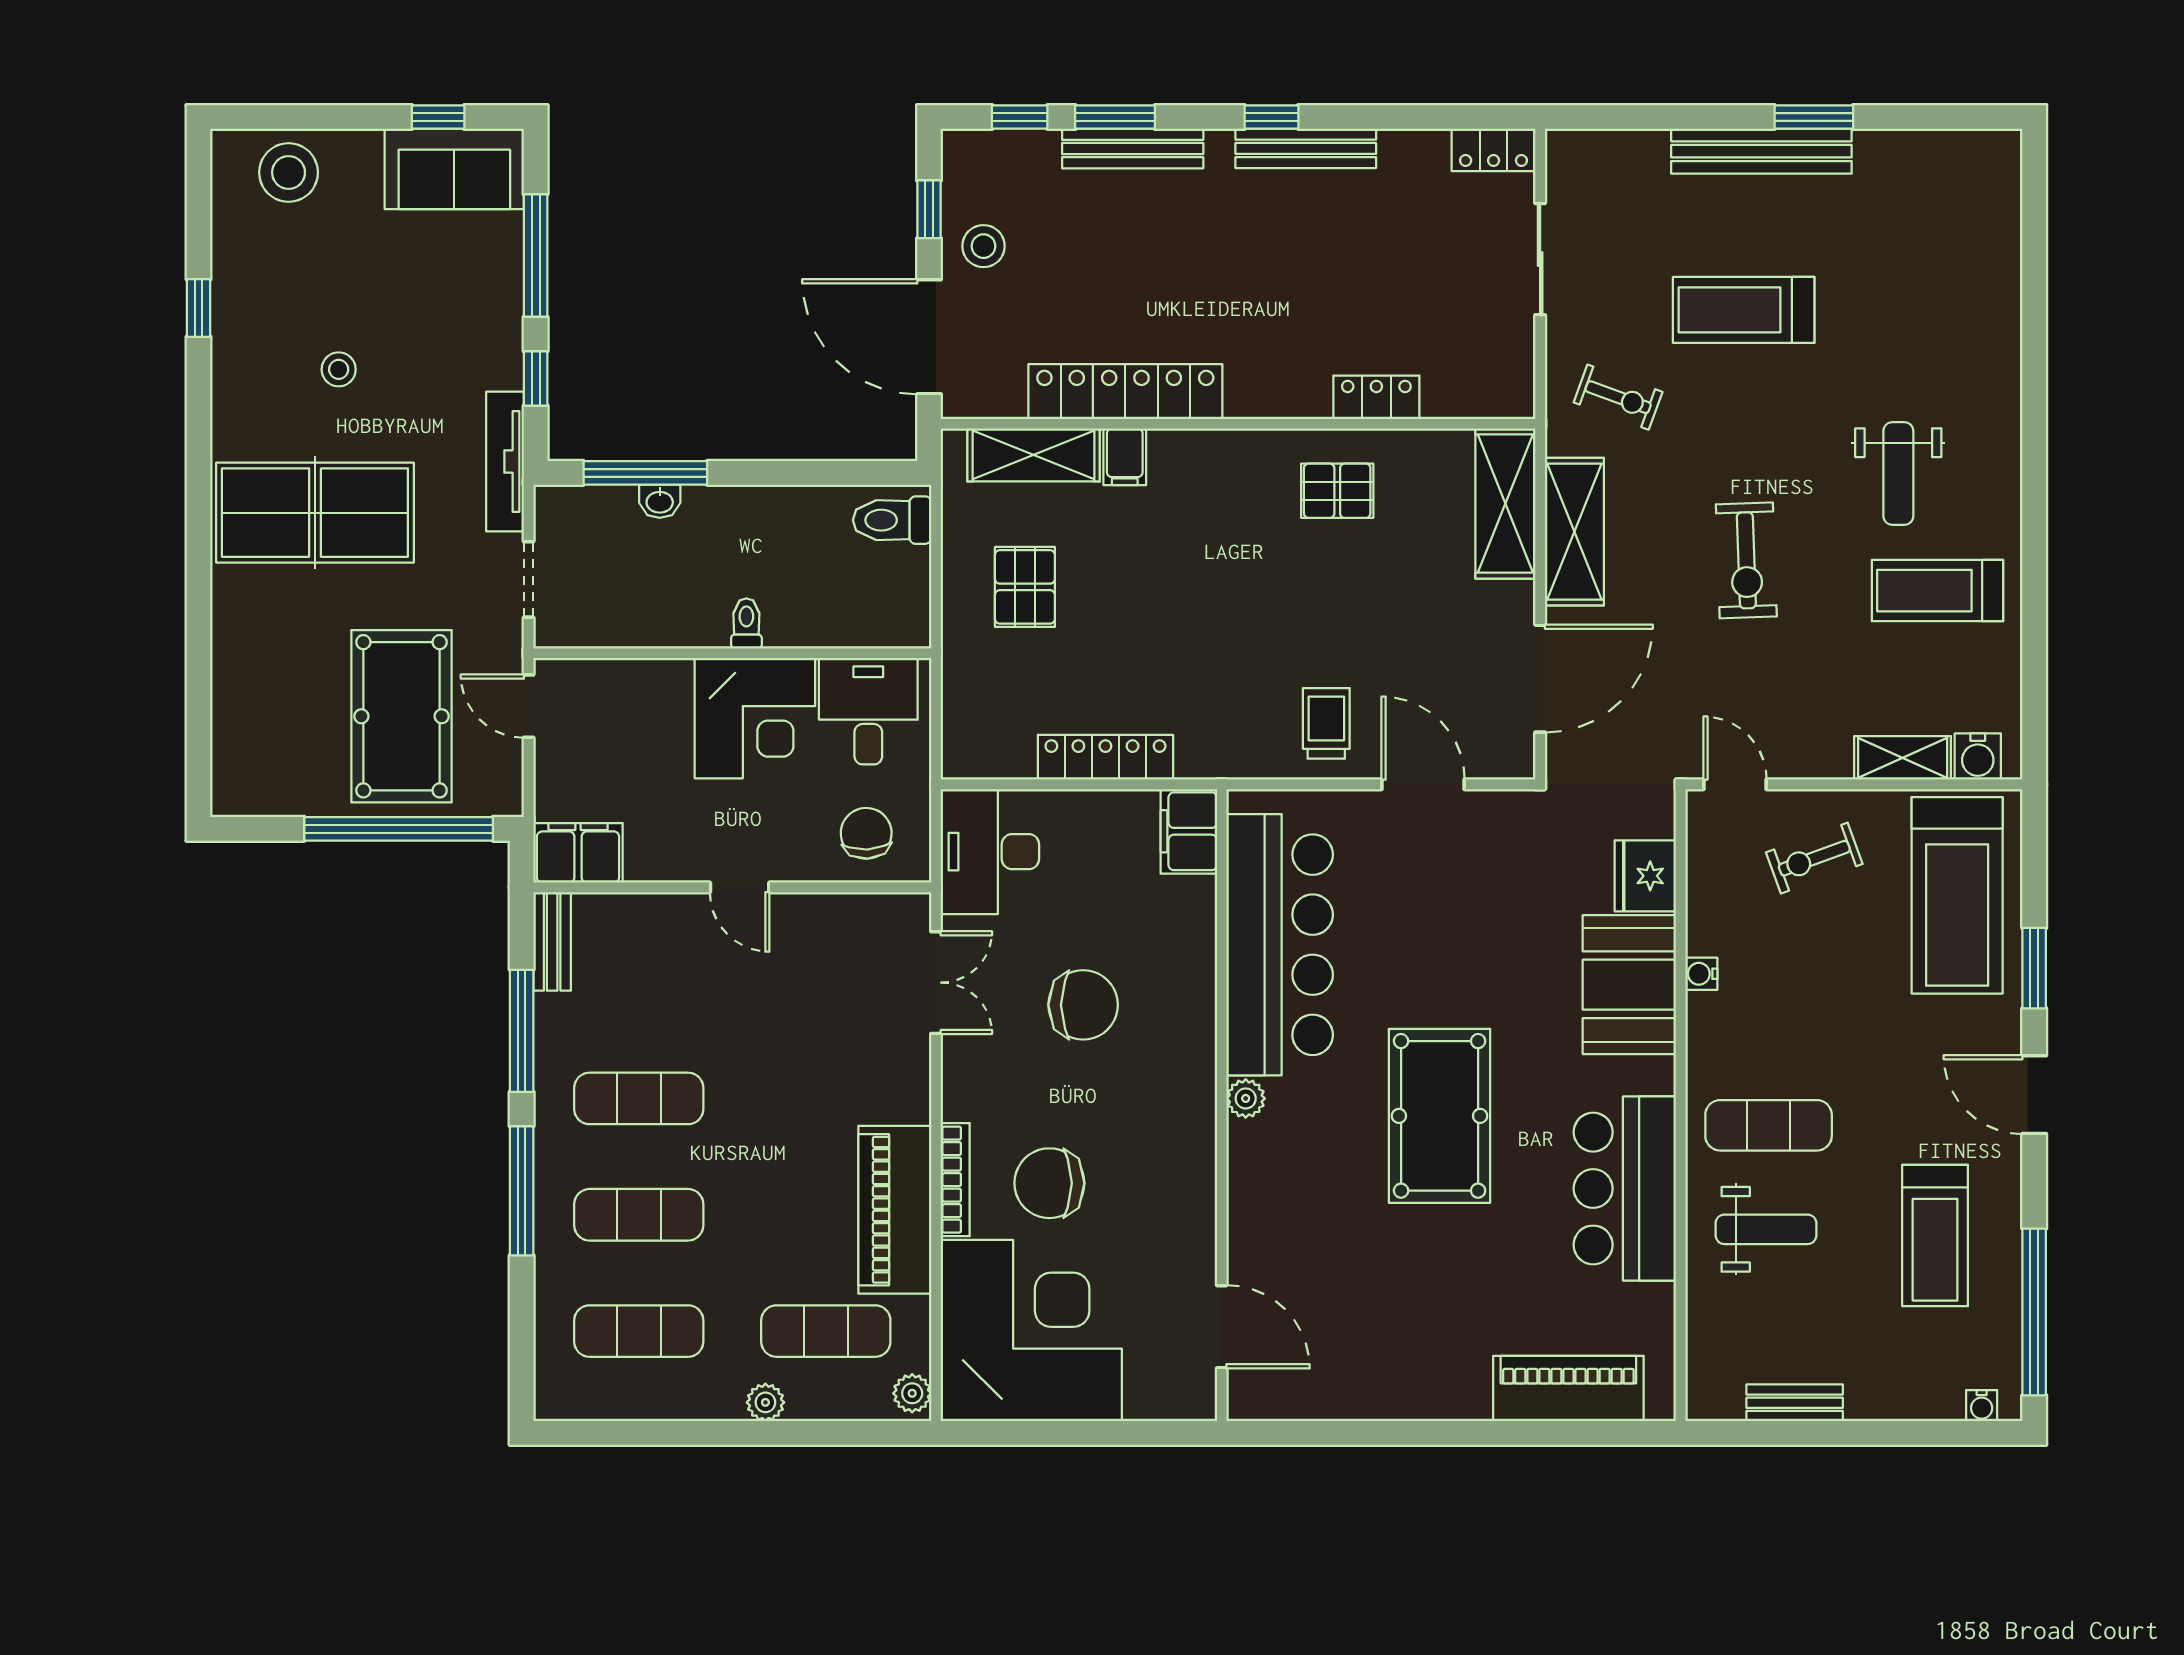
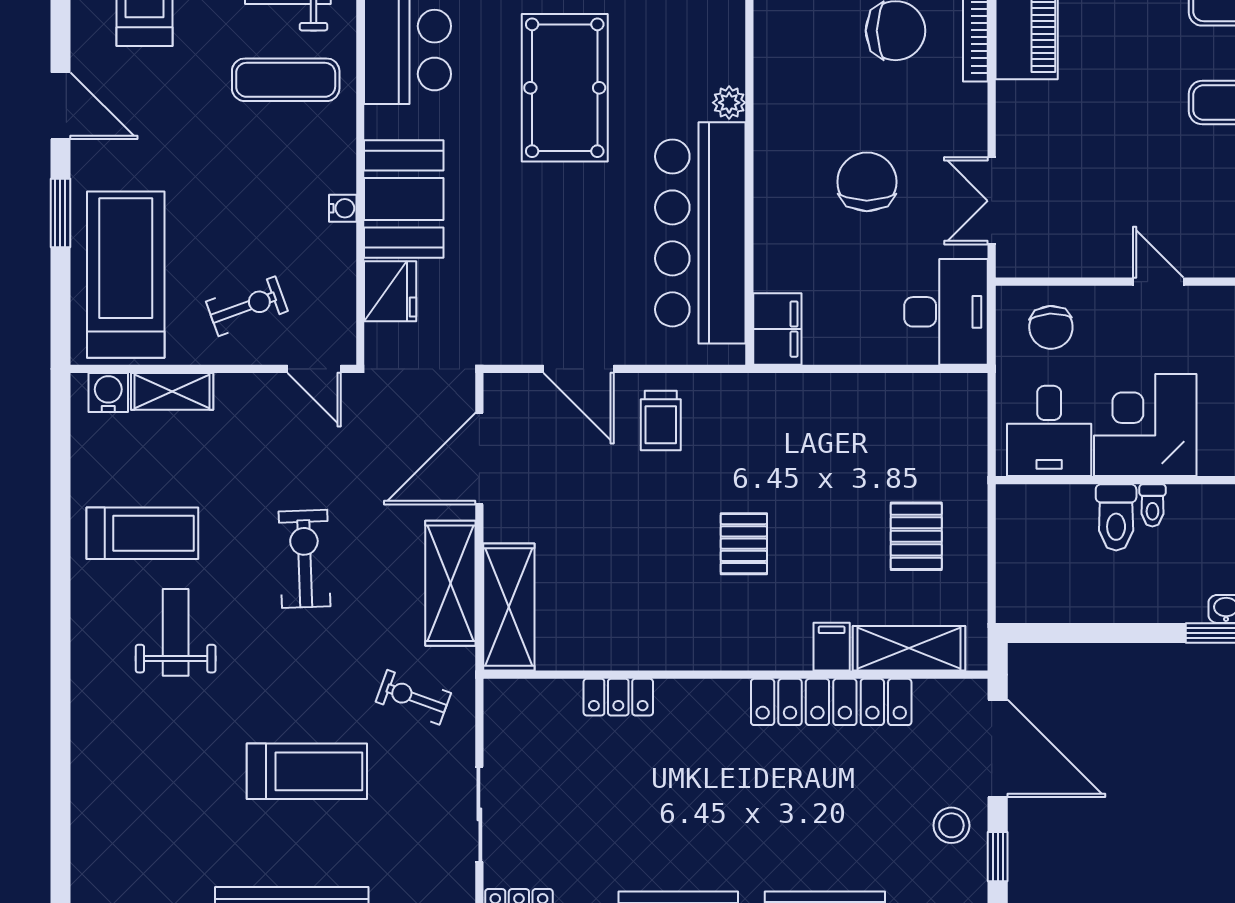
pallet: (1337, 491) -> (744, 544), moved, turned 90
toilet: (892, 520) -> (1116, 517), moved, turned 90
locker: (1105, 757) -> (848, 392), removed
chair: (1083, 1005) -> (867, 182), turned 90

